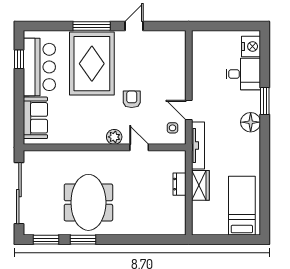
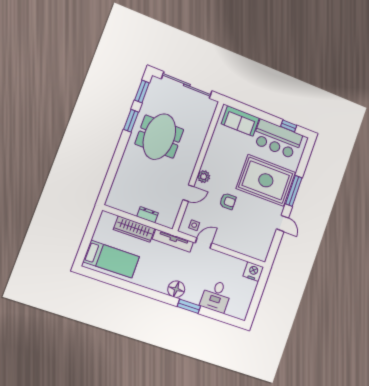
nightstand: (251, 46) -> (253, 272), moved, turned 180
wardrobe: (200, 185) -> (134, 229), width x1.50
meeting table: (88, 202) -> (159, 137), turned 90

